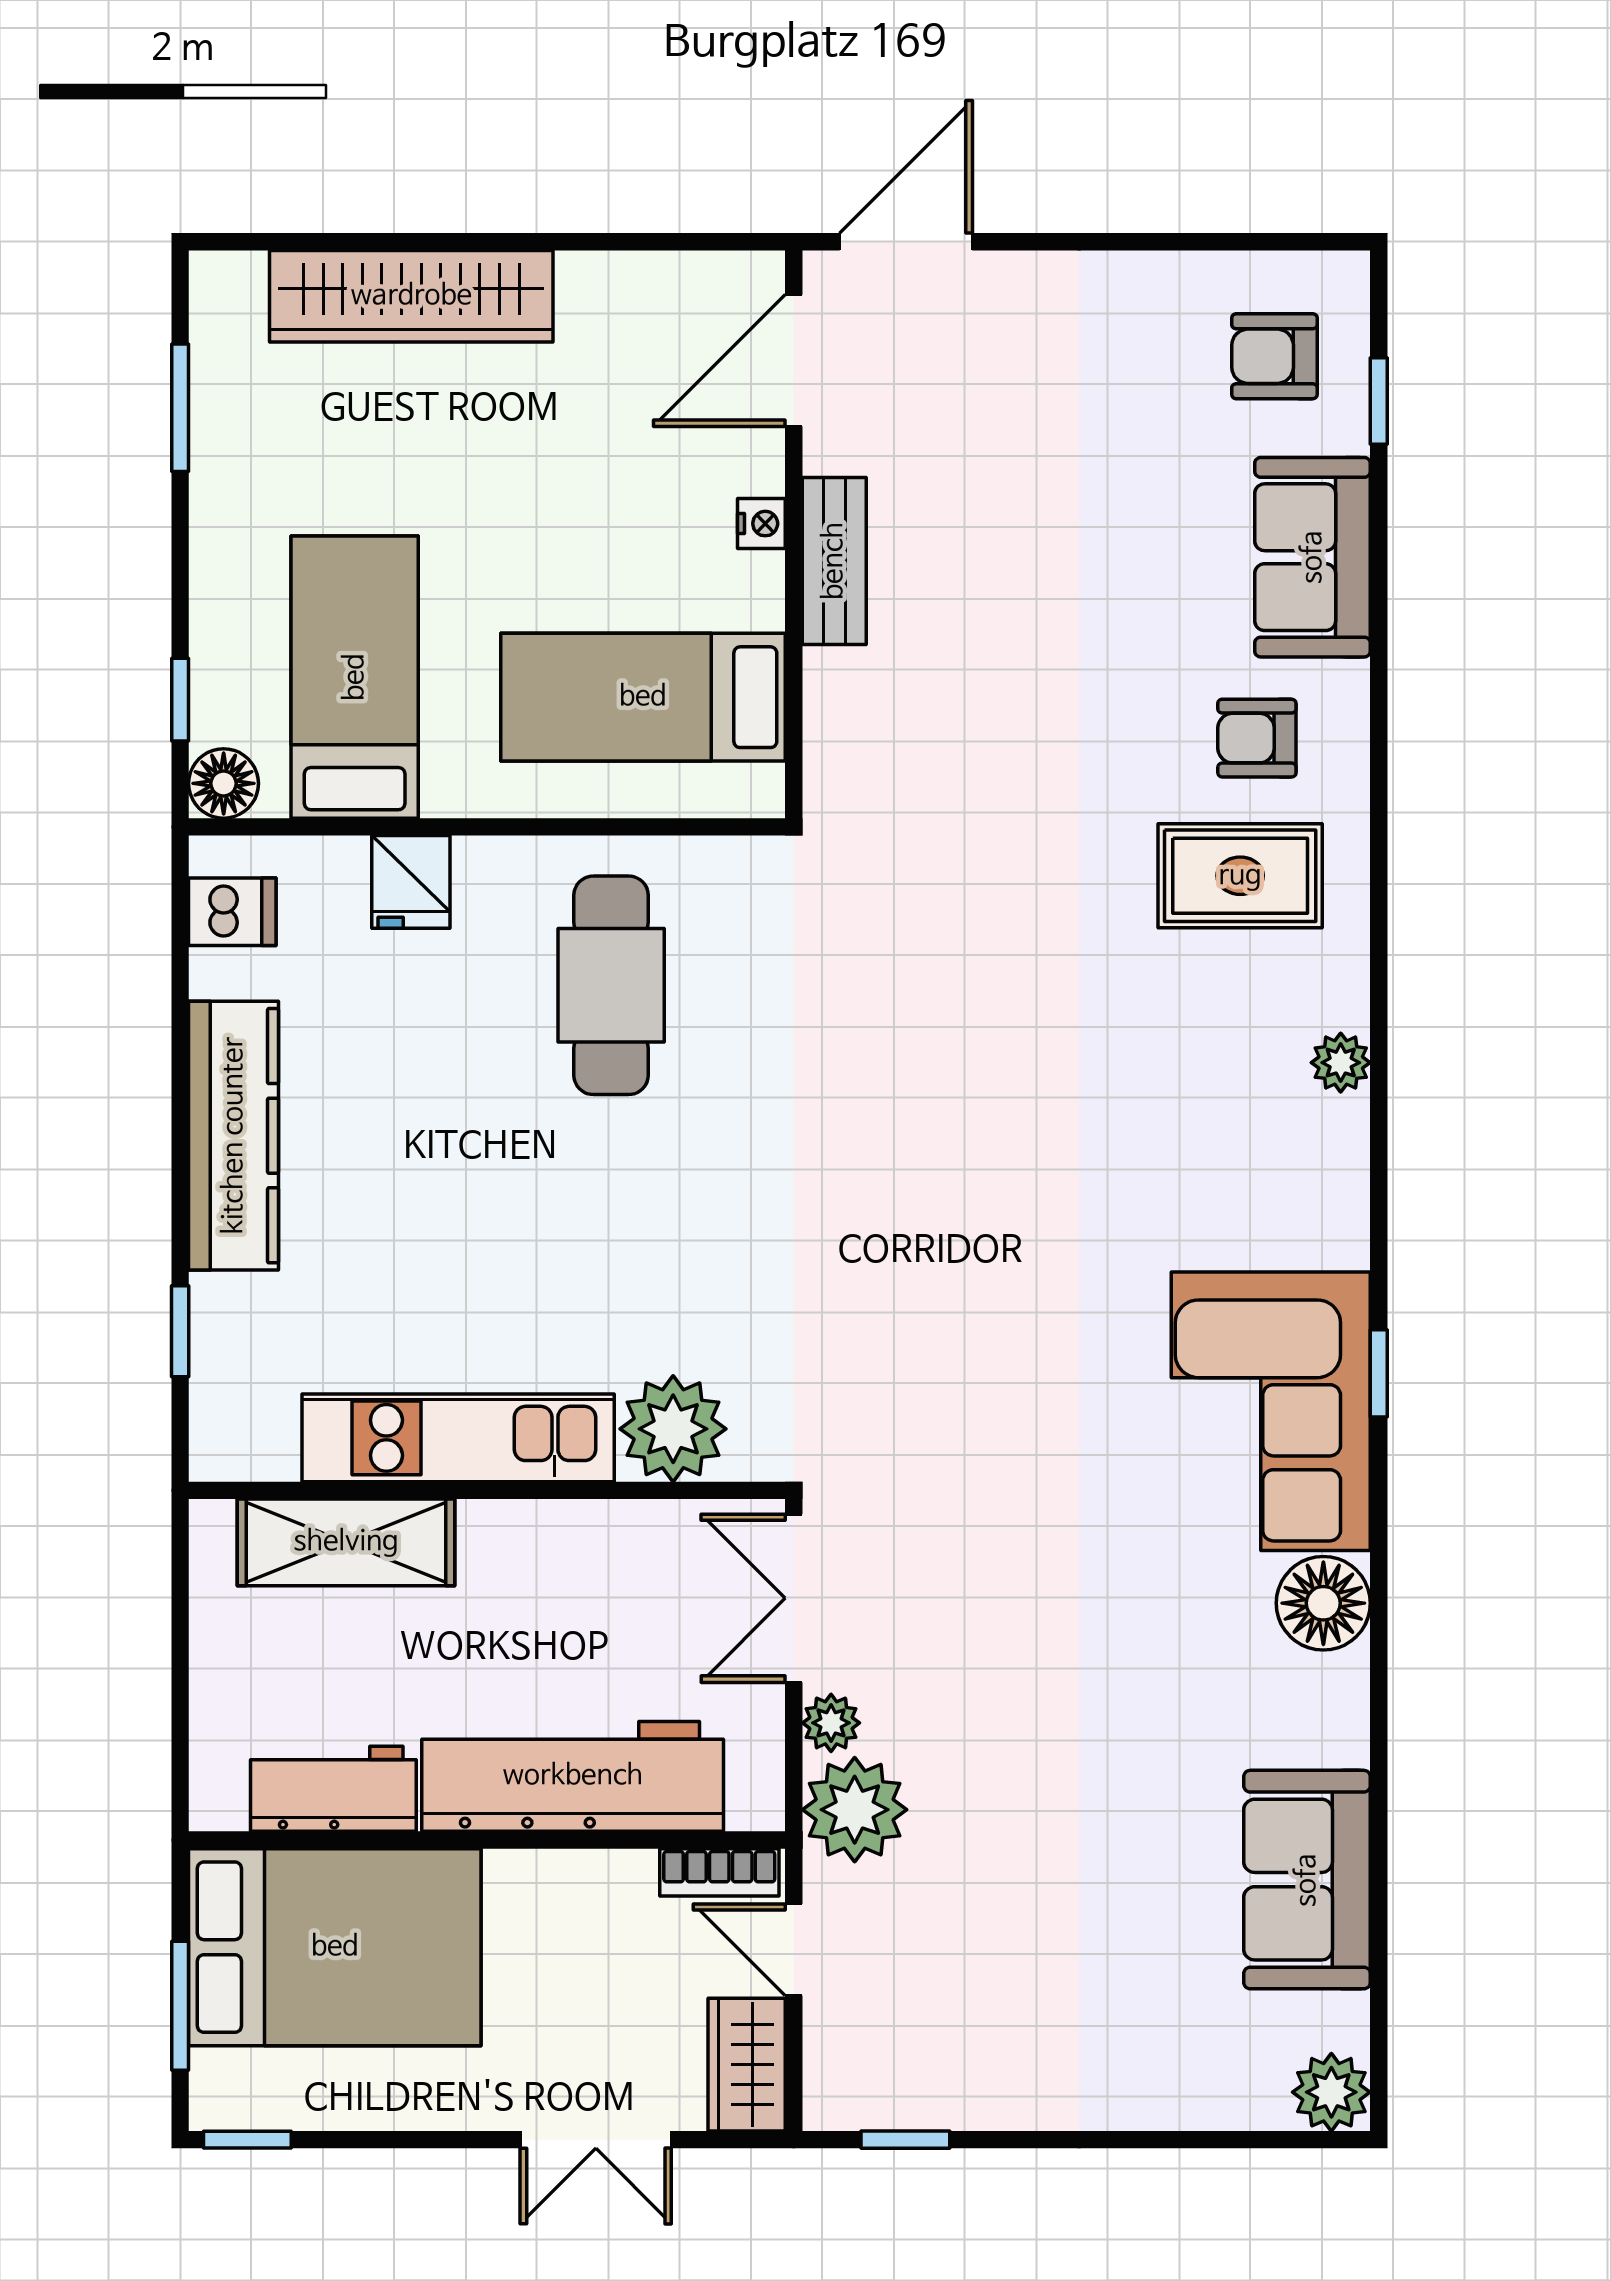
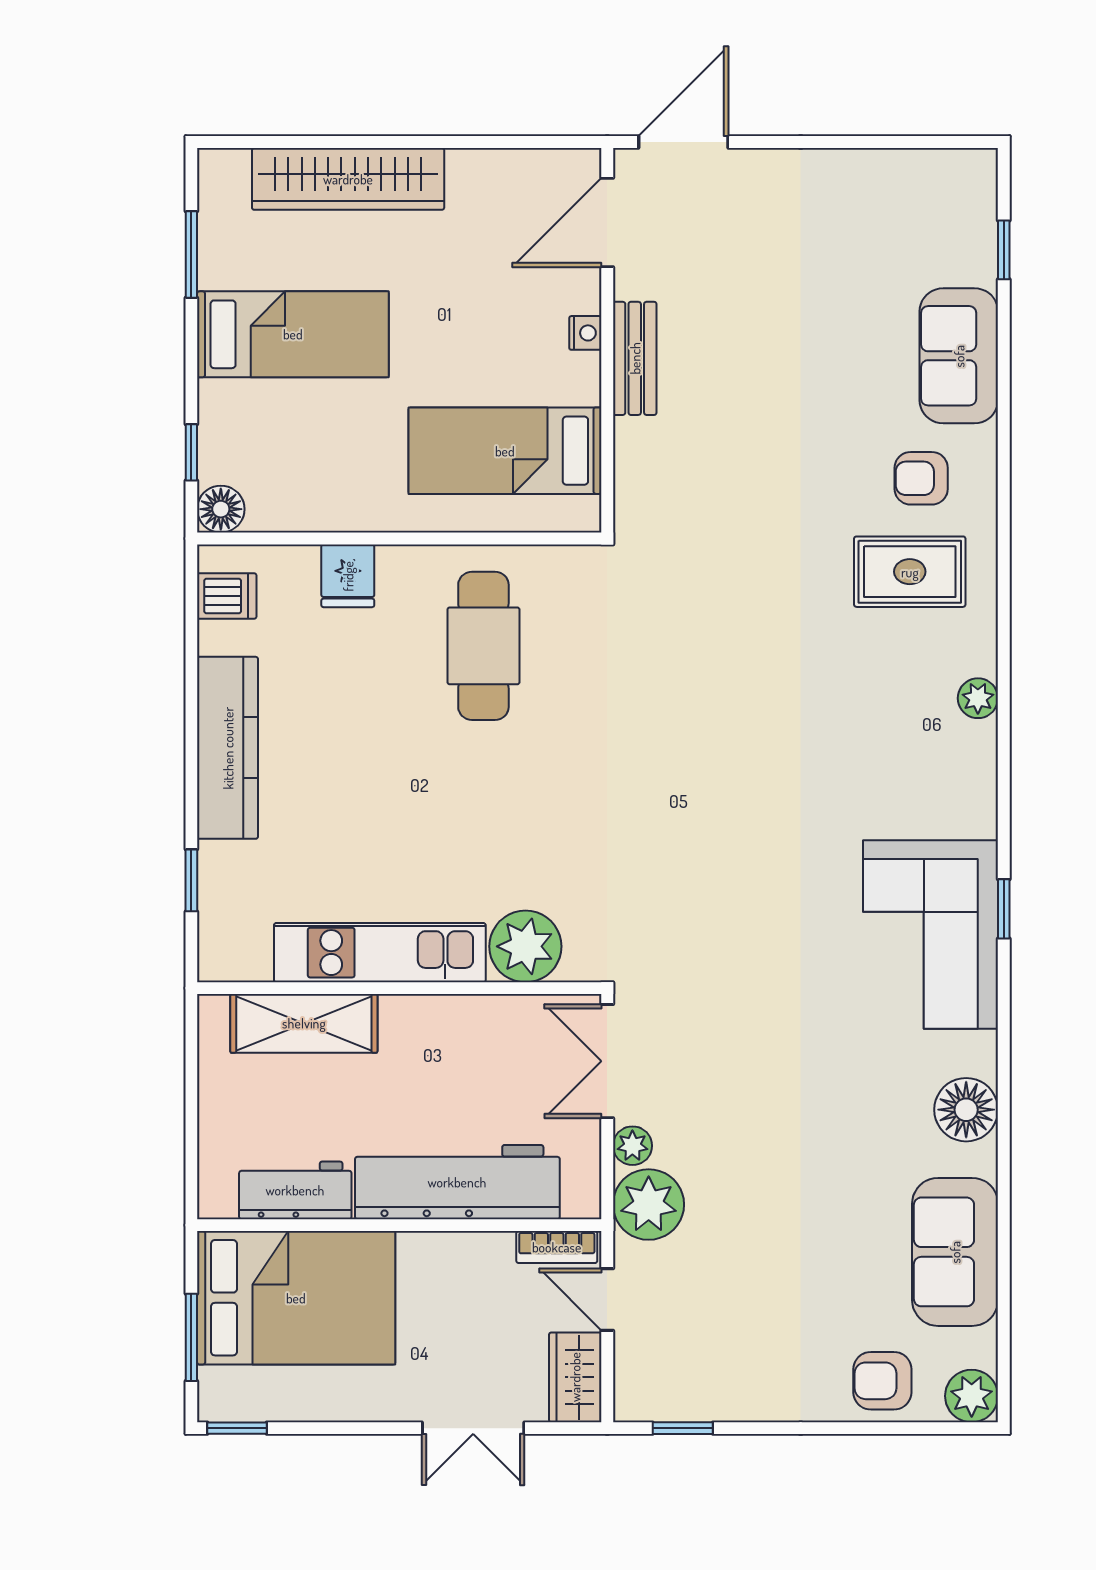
armchair: (1274, 356) -> (882, 1381), moved
bed: (355, 677) -> (293, 334), moved, turned 90
floor lamp: (1323, 1603) -> (966, 1110), moved

